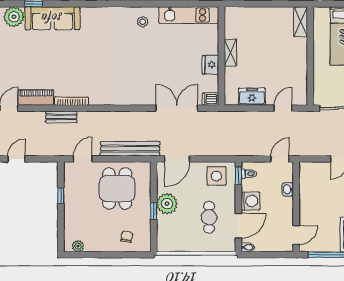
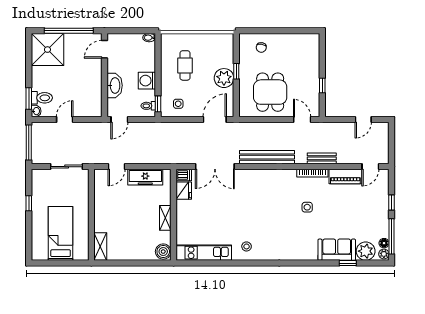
boiler: (233, 16) -> (163, 252), added
sofa: (52, 18) -> (337, 250), width x0.73
side table: (77, 64) -> (307, 207), added
fridge: (210, 65) -> (184, 191), moved
freezer: (252, 97) -> (145, 177), width x1.40
bench: (130, 149) -> (267, 157), moved
door: (83, 159) -> (302, 120), swing flipped
side table: (216, 176) -> (178, 104), width x0.54, depth x0.54
washbasin: (288, 189) -> (115, 85), width x1.91, depth x1.45
door: (238, 226) -> (158, 58), removed
plant: (78, 246) -> (306, 39), removed

